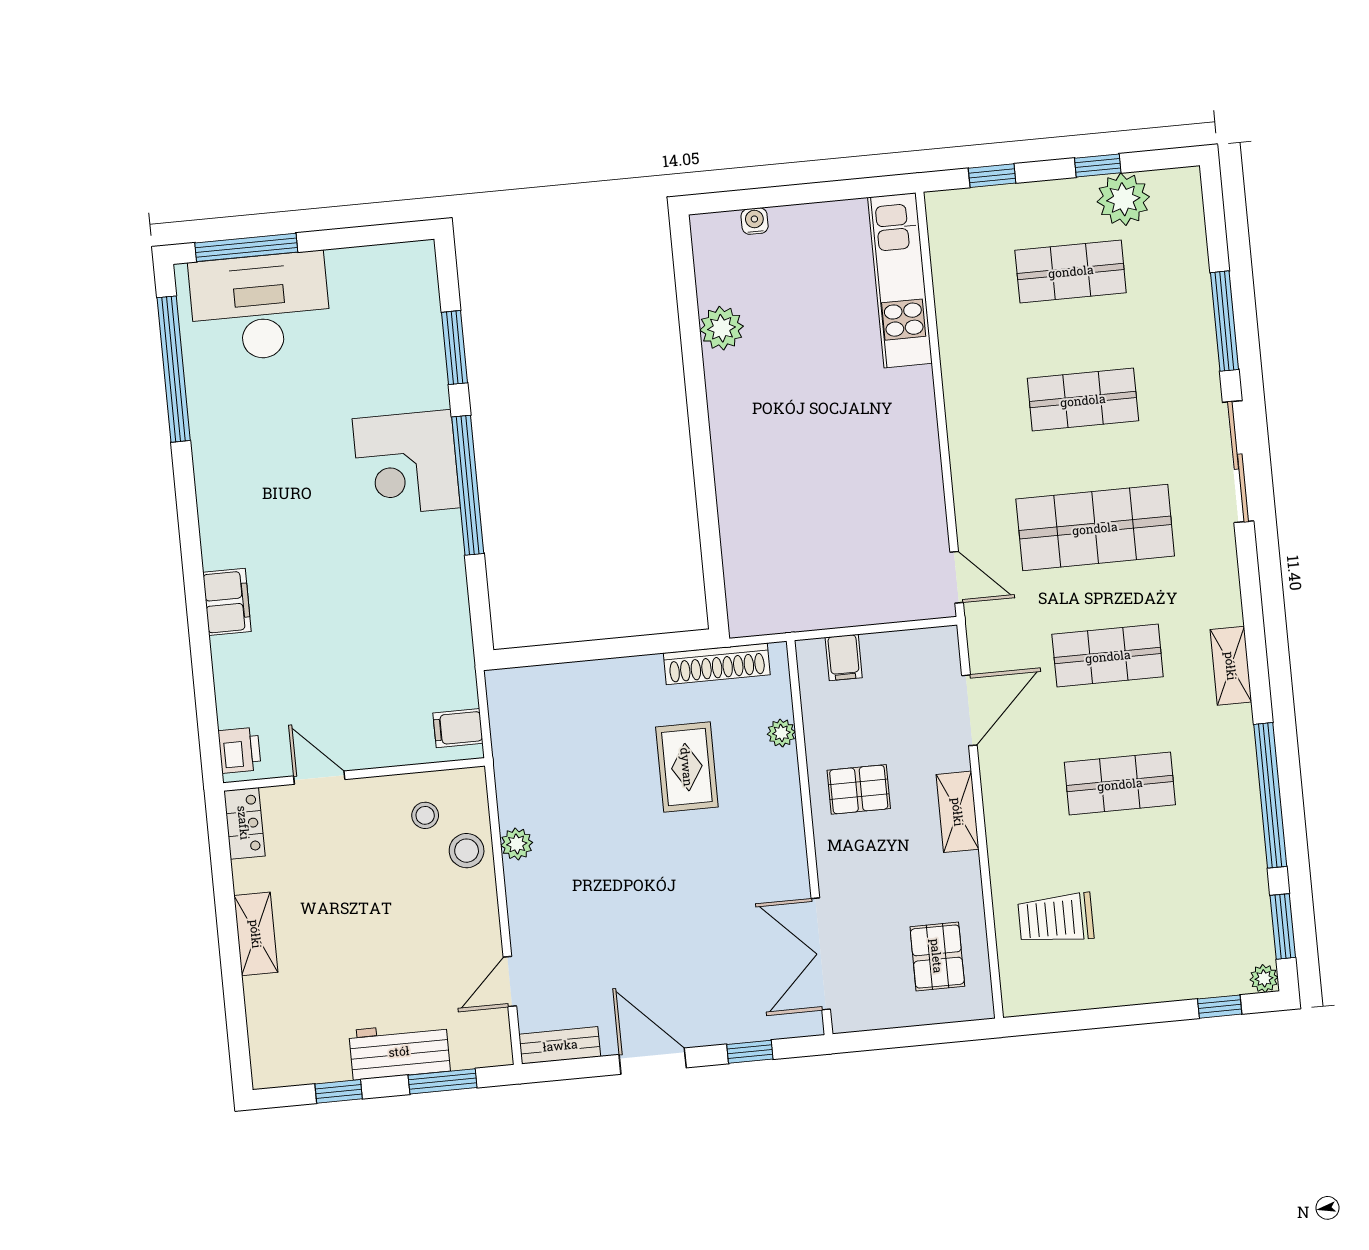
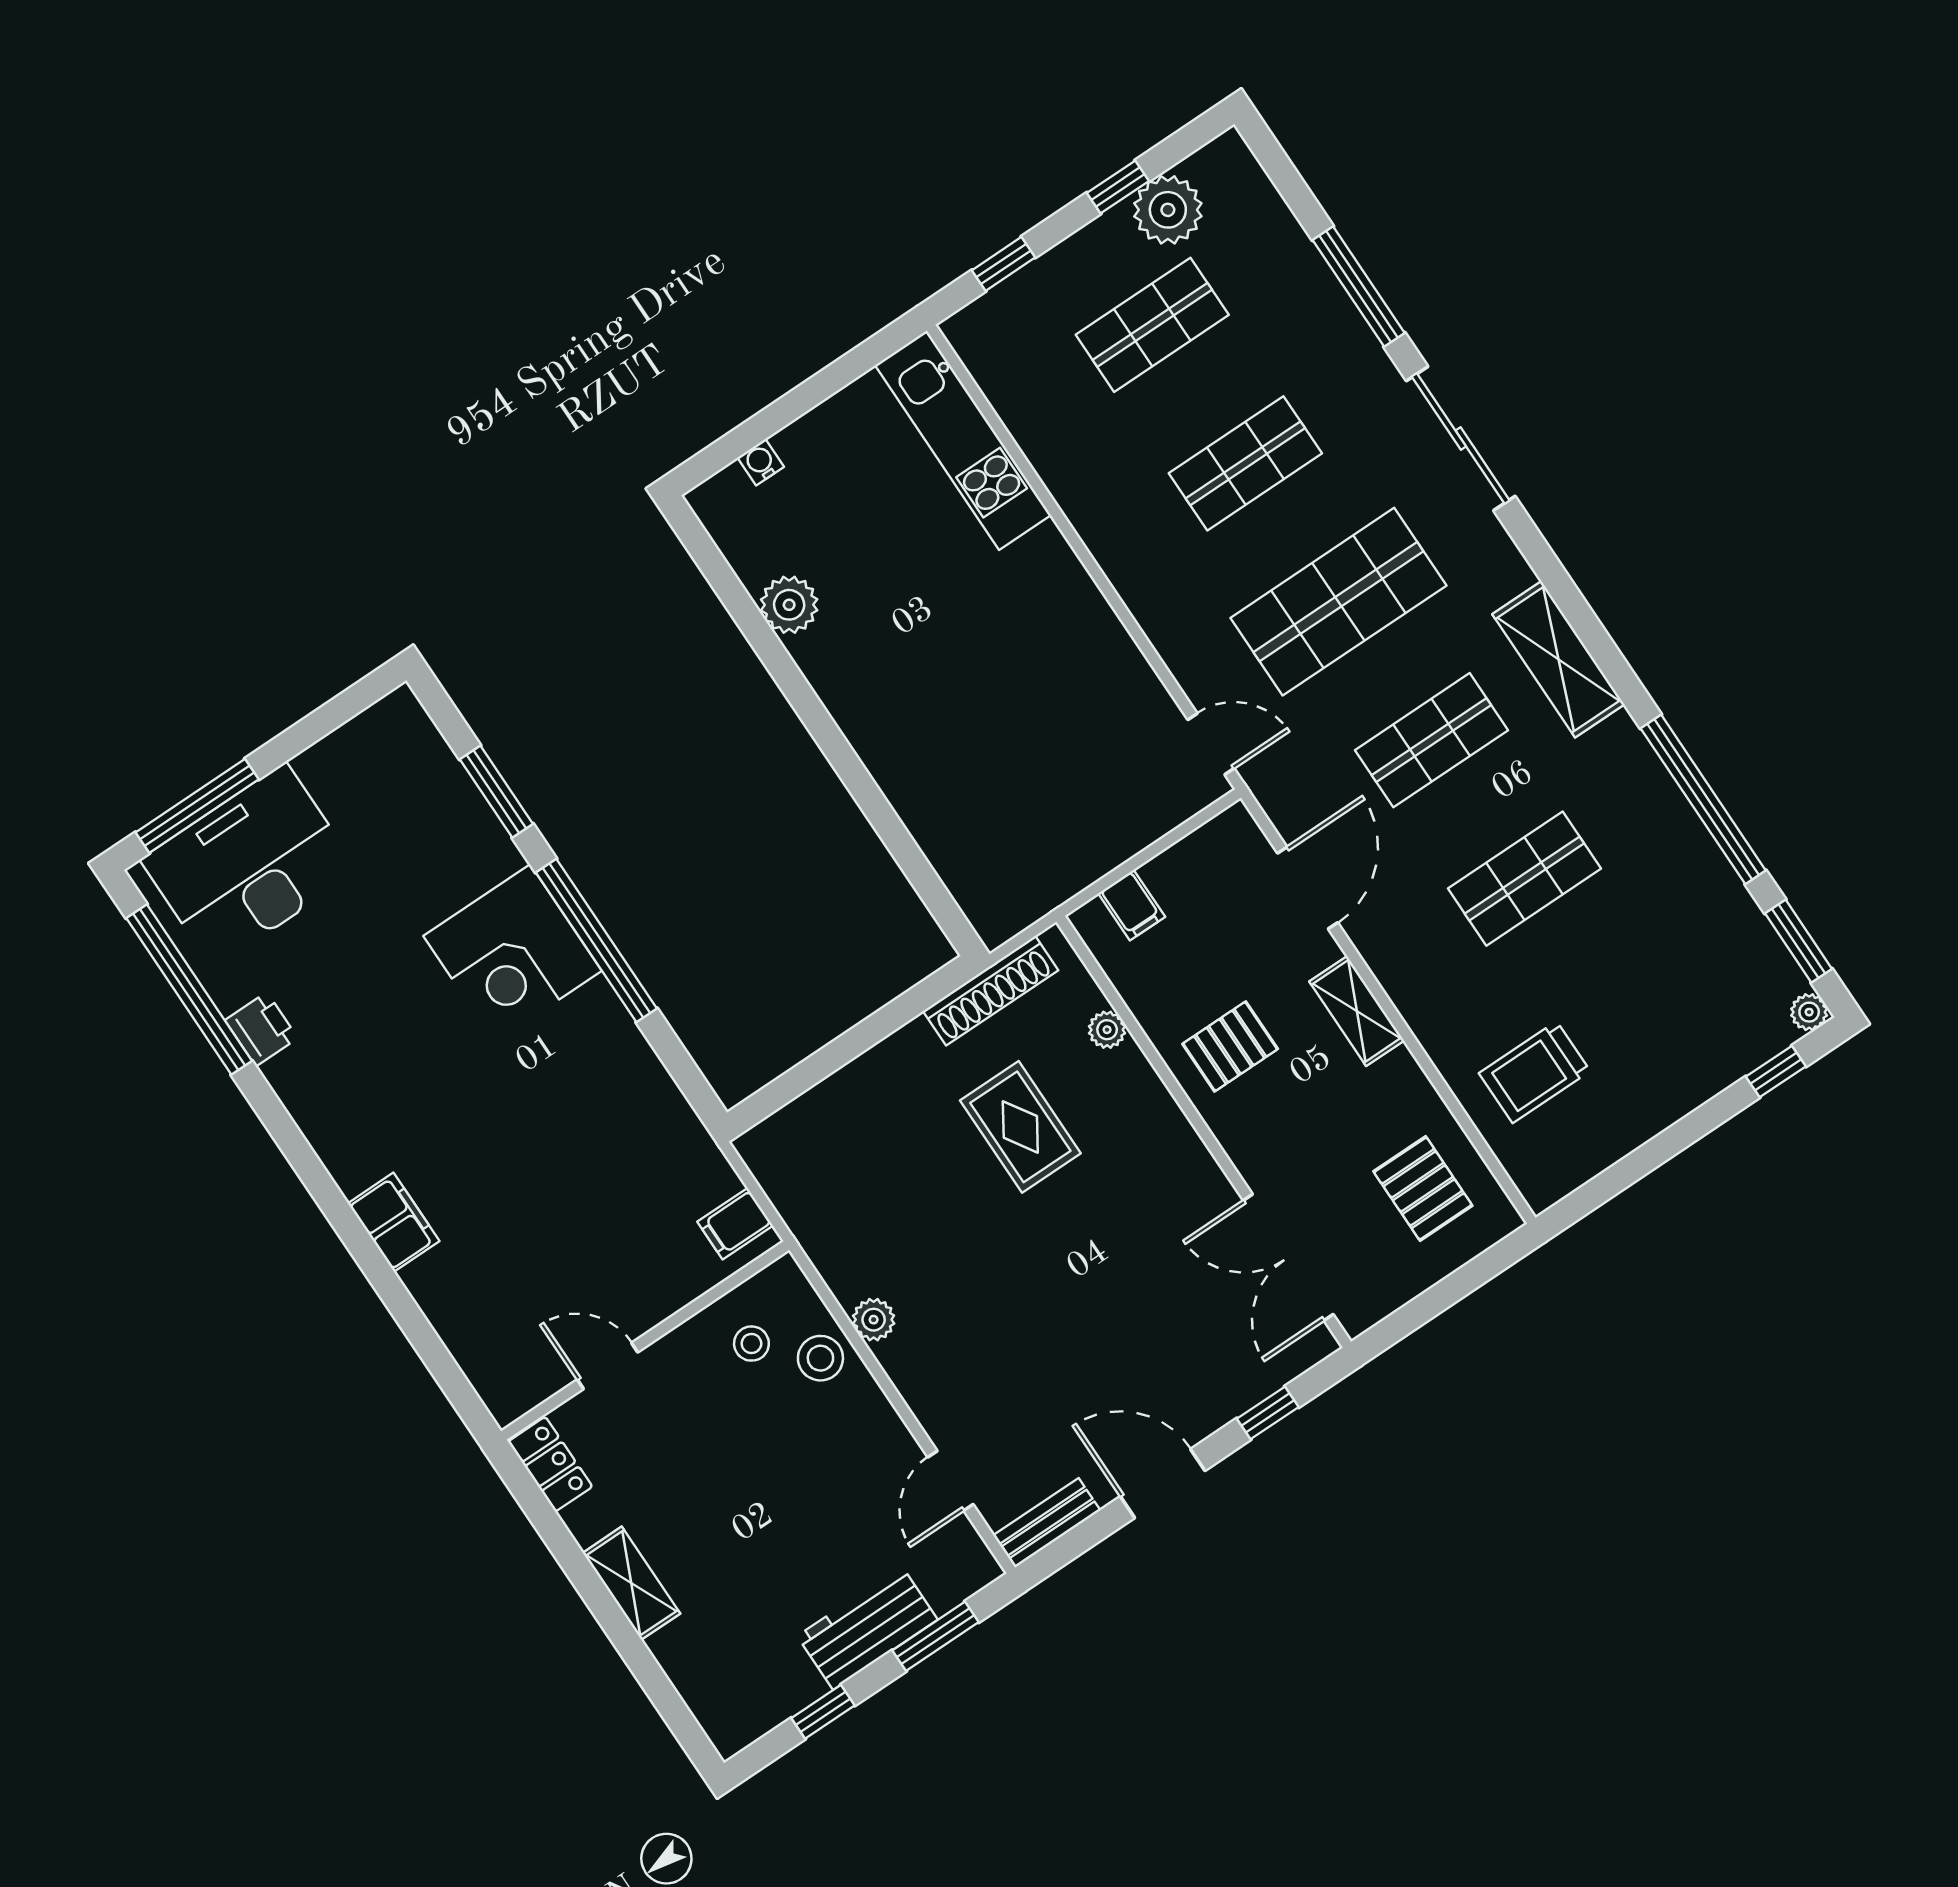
shelving: (1231, 666) -> (1558, 659), width x1.50, depth x1.33
printer: (240, 750) -> (261, 1029), moved

